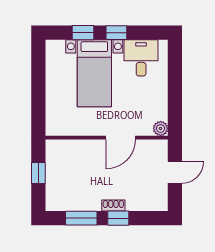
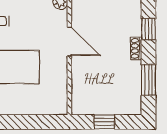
window: (118, 218) -> (148, 29), moved

